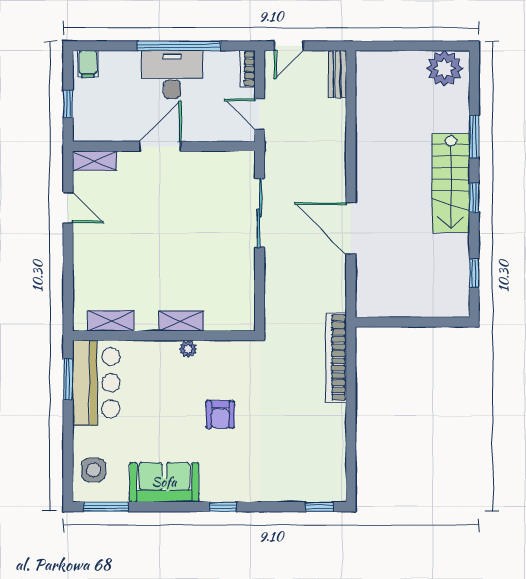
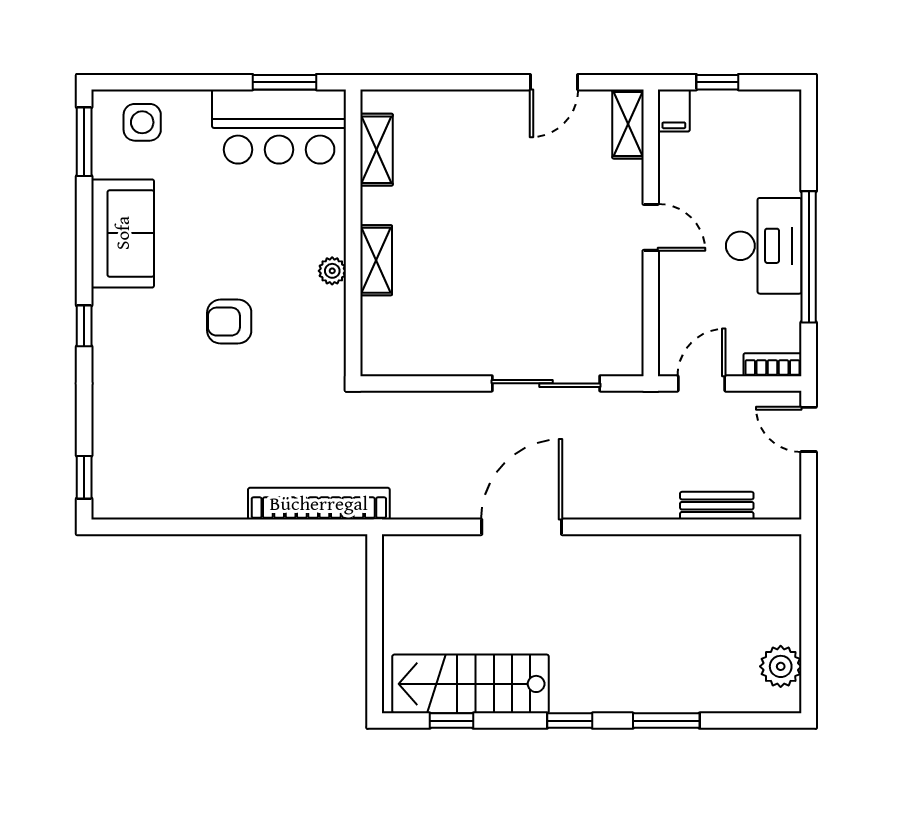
filing cabinet: (88, 64) -> (674, 111), moved, turned -90
plant: (444, 68) -> (781, 666), width x0.73, depth x0.73
bench: (337, 74) -> (717, 506), moved
door: (160, 146) -> (651, 227), width x0.73
stairs: (451, 183) -> (471, 684), moved

